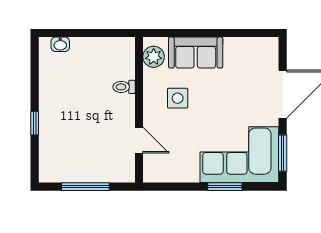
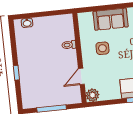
plant: (154, 57) -> (92, 95), moved
door: (139, 140) -> (81, 76), swing flipped

